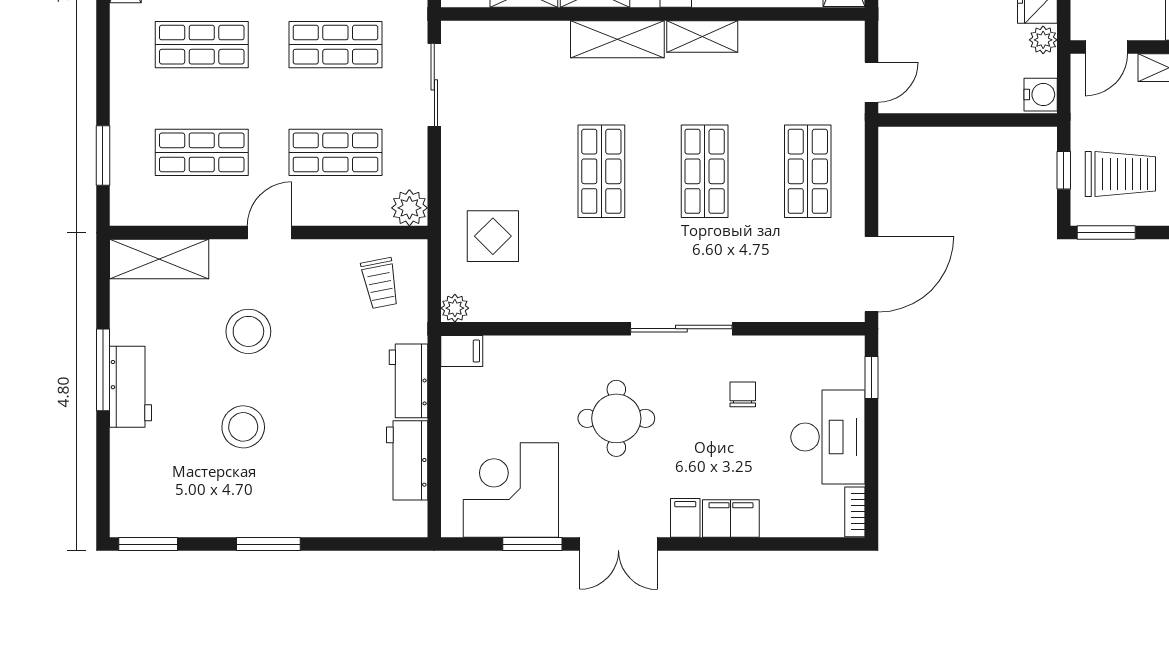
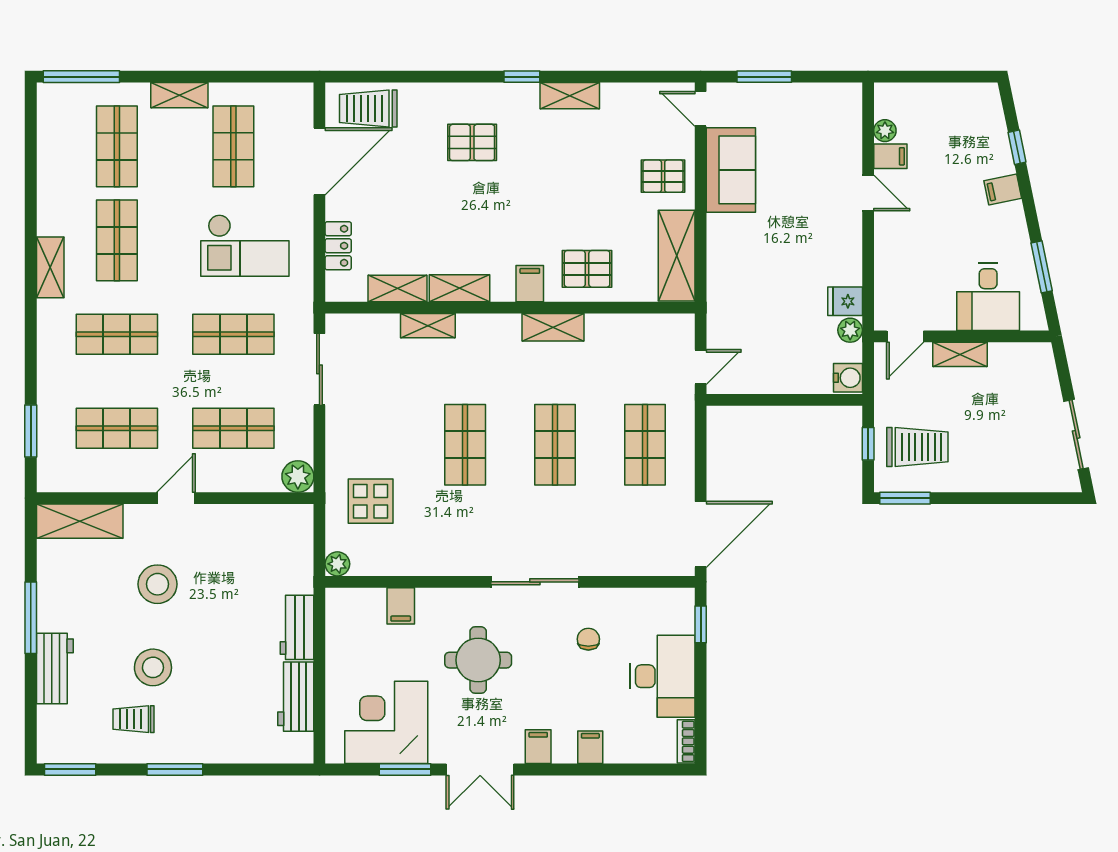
shelving: (617, 39) -> (428, 326), moved, width x0.67, depth x0.75
trolley: (380, 283) -> (134, 719), moved, turned 101
filing cabinet: (462, 351) -> (401, 606), moved, turned 90
workbench: (131, 387) -> (55, 669), moved
filing cabinet: (731, 519) -> (590, 747), width x0.50

